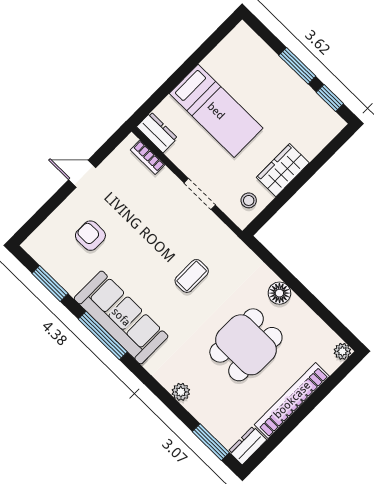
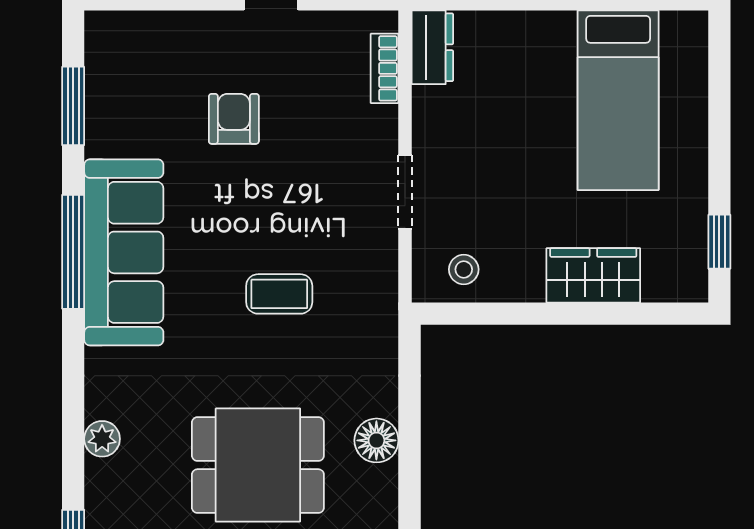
window: (297, 66) -> (719, 152), removed
bed: (216, 111) -> (618, 100), moved
wardrobe: (283, 170) -> (593, 275), moved
armchair: (90, 236) -> (234, 119), moved

